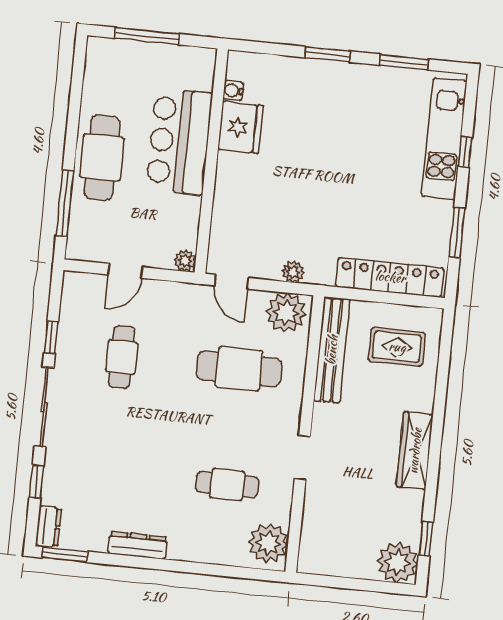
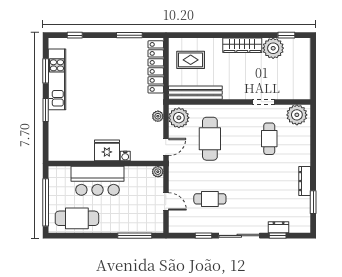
window: (147, 36) -> (46, 202), width x1.46
water cooler: (233, 91) -> (125, 156), moved
fridge: (241, 127) -> (107, 150), moved
kitchen unit: (444, 139) -> (57, 79), moved, turned -90
window: (465, 152) -> (75, 35), moved
cafe table: (102, 157) -> (77, 218), moved
rug: (397, 347) -> (191, 60), turned 90
doorway: (302, 458) -> (264, 102), moved
dresser: (48, 526) -> (279, 227), moved
window: (65, 555) -> (313, 202), moved
plant: (398, 562) -> (273, 48), moved

